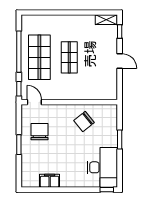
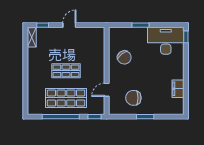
door: (34, 102) -> (107, 90), moved

